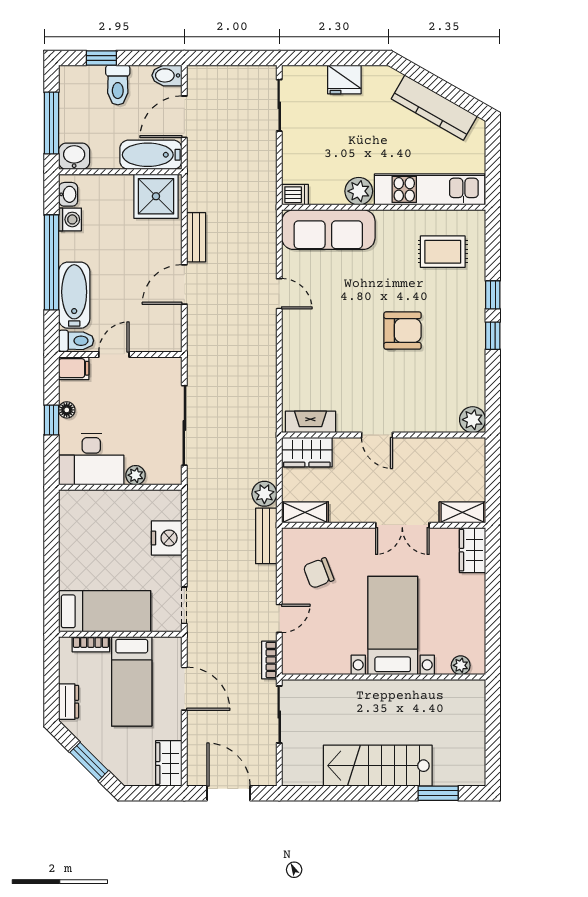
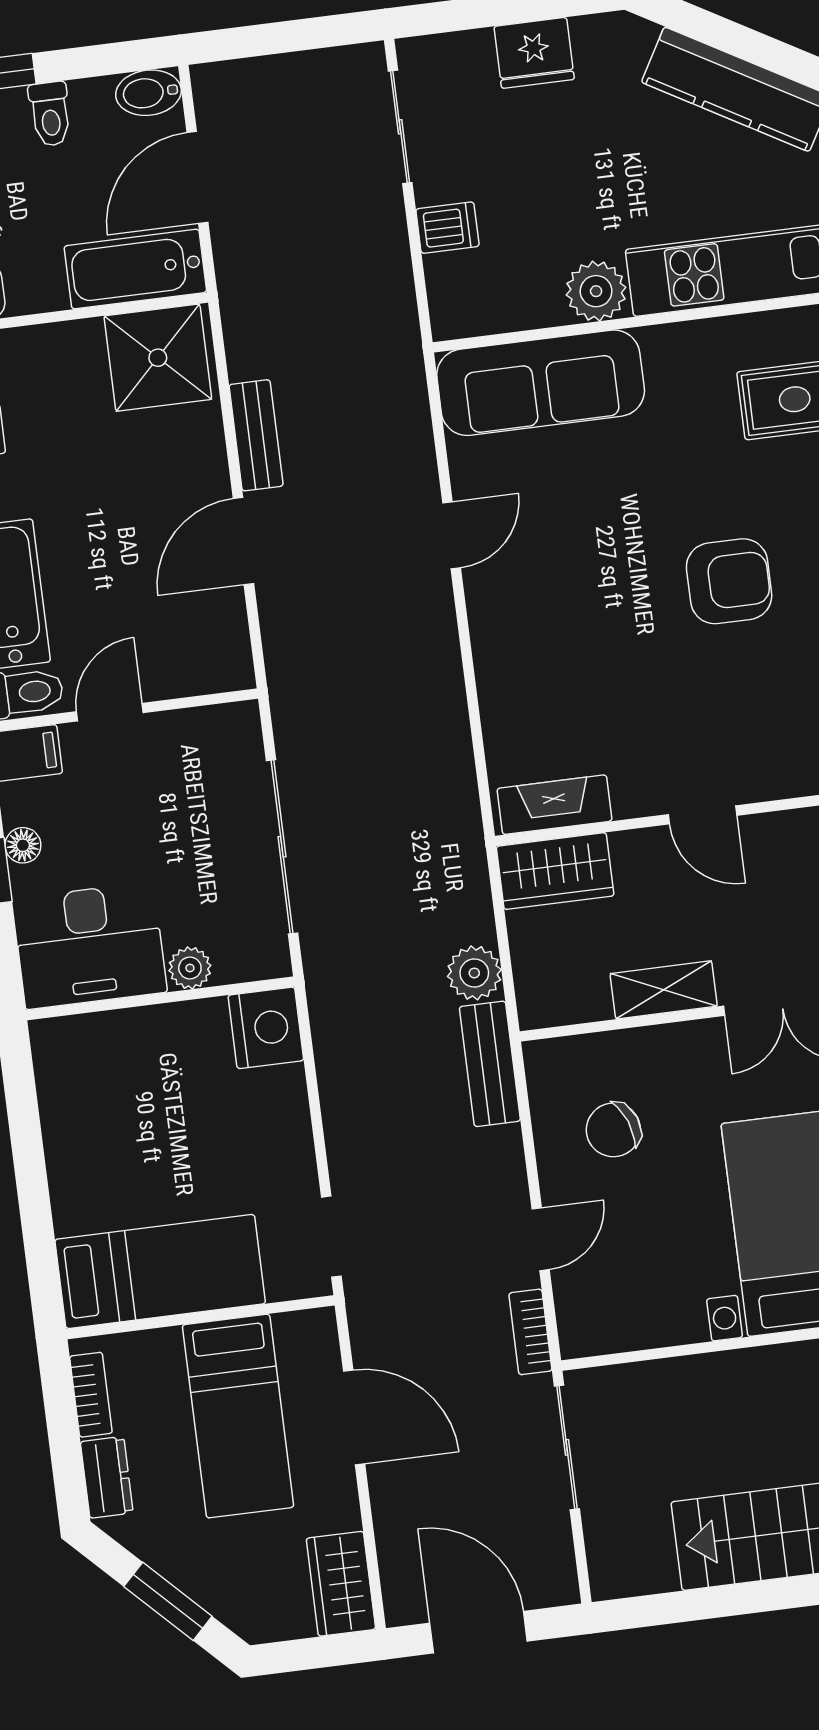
toilet: (118, 85) -> (50, 114), width x0.73, depth x0.72
dishwasher: (295, 195) -> (447, 228), moved
door: (279, 294) -> (452, 535), hinge flipped
shelving: (305, 512) -> (664, 990), moved
nightstand: (167, 538) -> (266, 1028), moved
bookcase: (91, 644) -> (91, 1395), moved, turned -90

